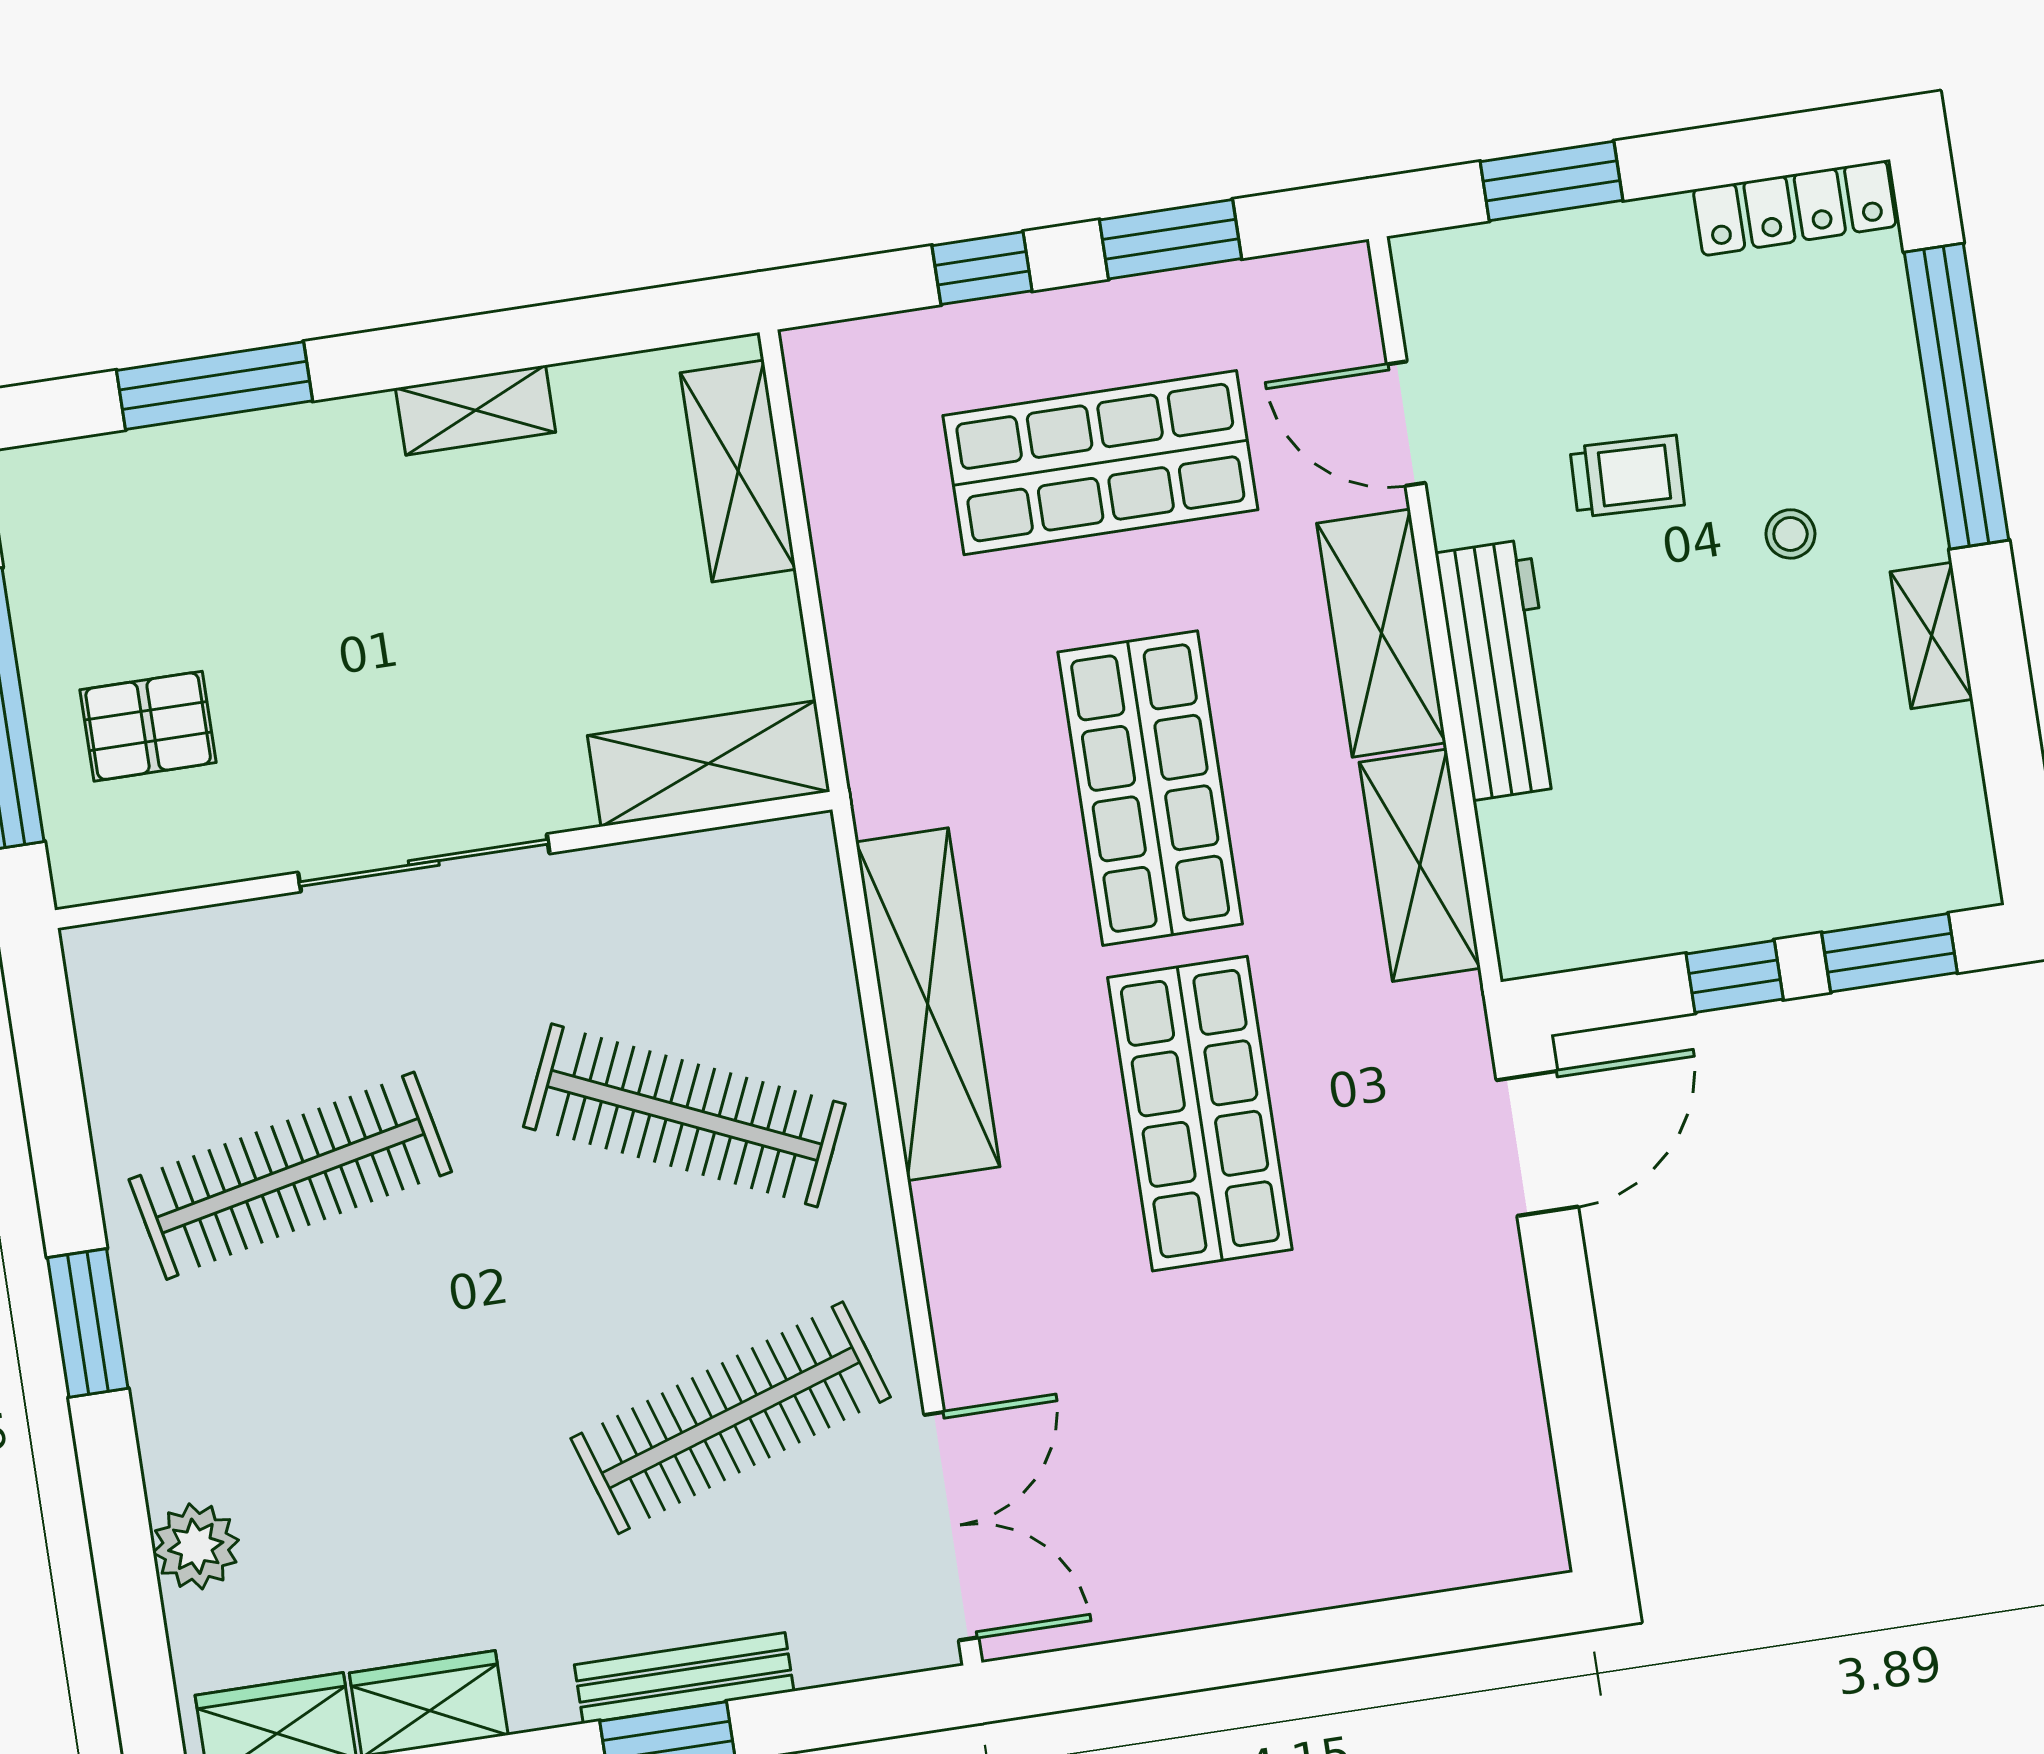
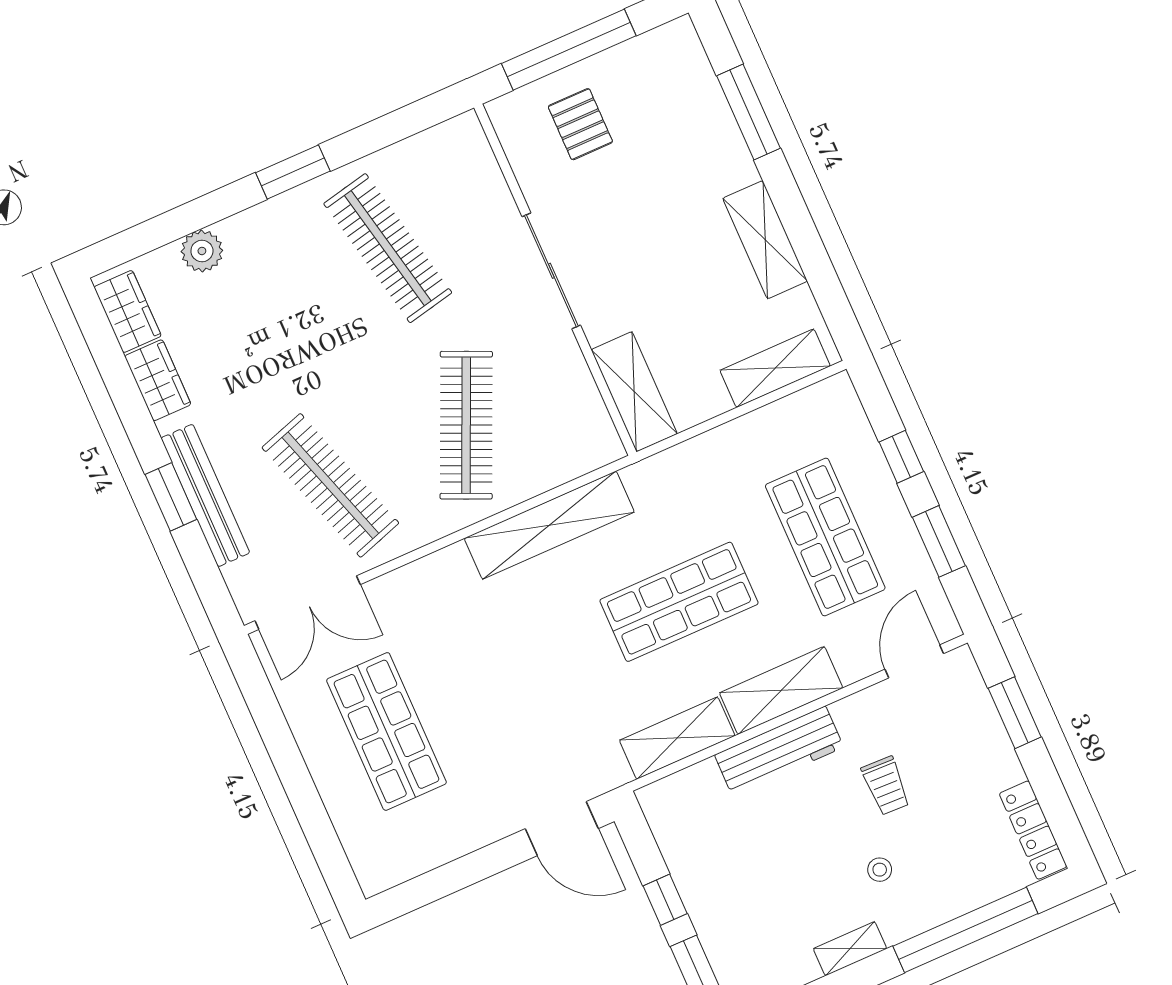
shelving: (476, 410) -> (765, 240), width x1.50, depth x1.33
door: (1406, 424) -> (914, 661), moved
shop shelf: (1200, 1114) -> (386, 731), moved, turned 90
bench: (684, 1678) -> (205, 495), width x1.37, depth x1.21

